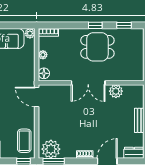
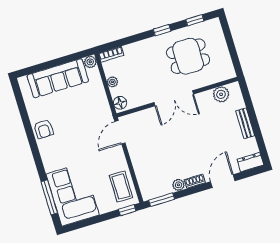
dining table: (97, 47) -> (188, 56), moved
plant: (116, 91) -> (221, 94), moved
door: (37, 97) -> (120, 132), hinge flipped
plant: (51, 149) -> (179, 185), moved, width x0.53, depth x0.53

